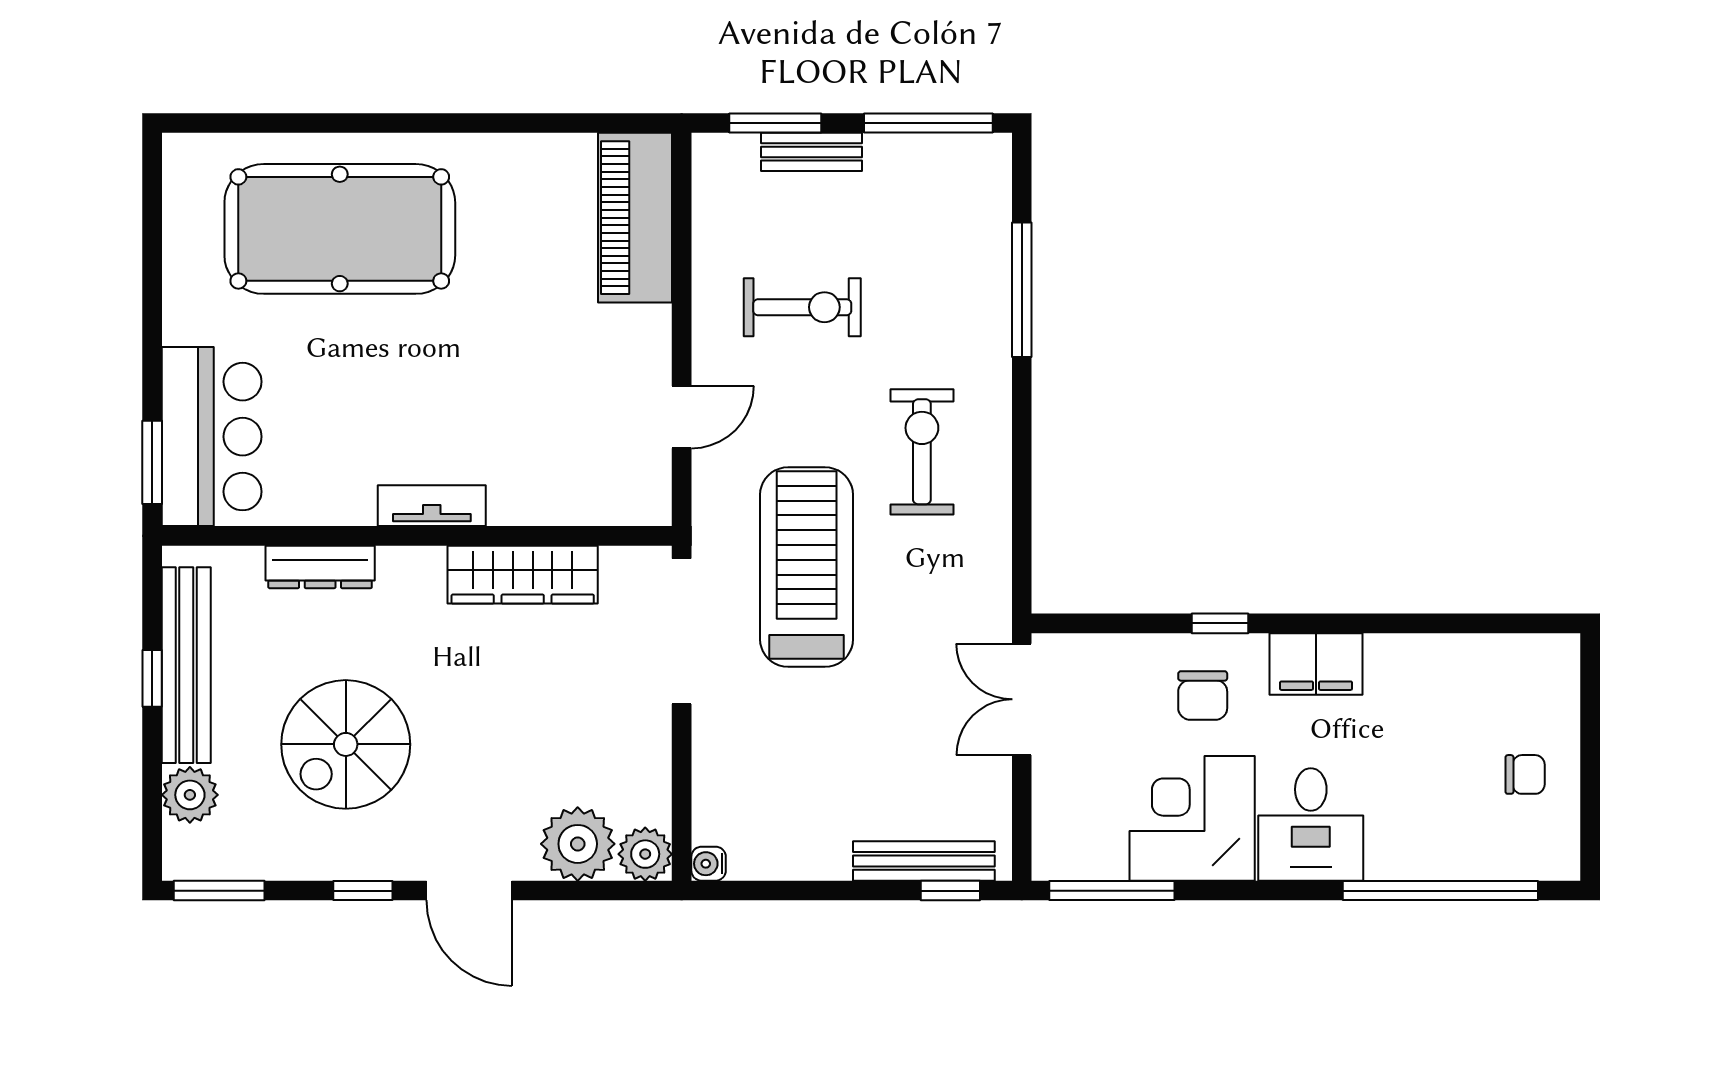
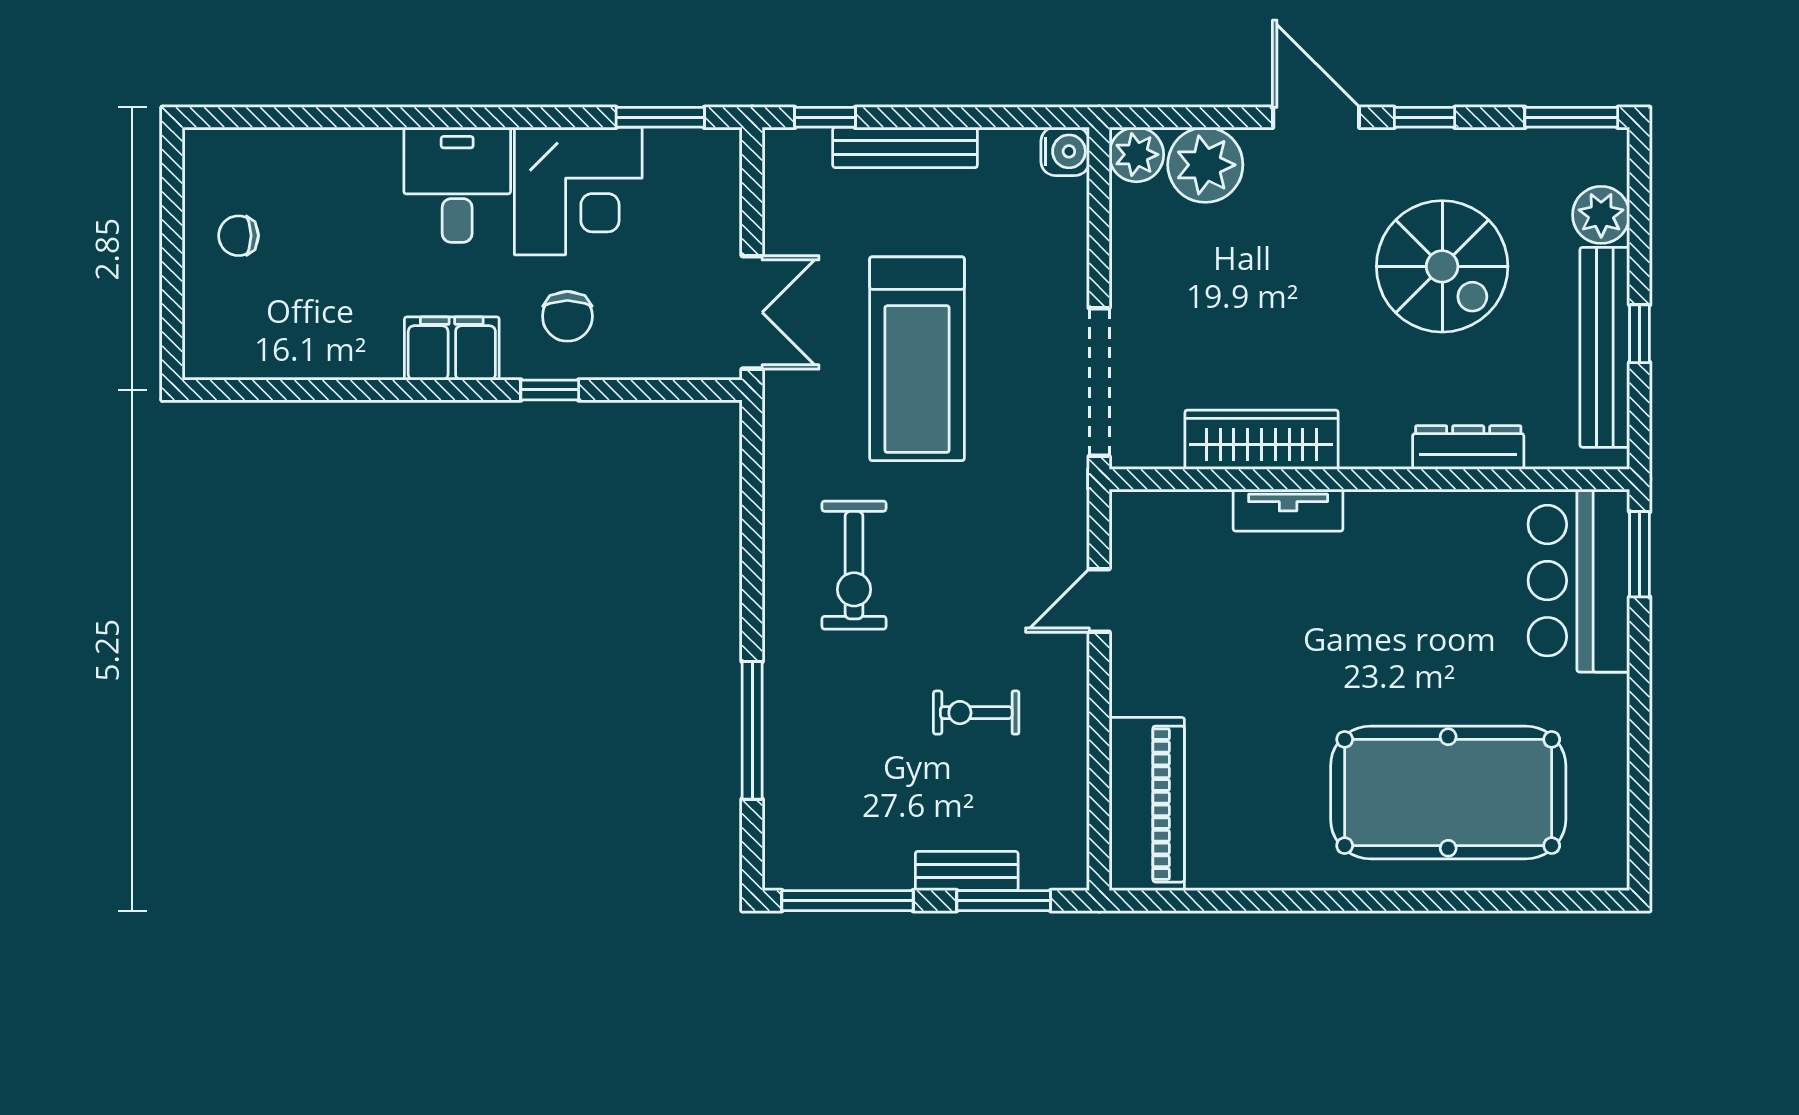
exercise bike: (802, 307) -> (976, 713), width x0.73, depth x0.72
tv unit: (432, 506) -> (1288, 510), moved
treadmill: (807, 567) -> (917, 359), moved
chair: (1203, 696) -> (567, 316), turned 180
spiral stairs: (346, 744) -> (1442, 266), turned 90
bench: (924, 861) -> (905, 147), moved
water cooler: (709, 864) -> (1065, 151), width x1.38, depth x1.38
window: (1112, 891) -> (660, 117), width x0.69
window: (1440, 891) -> (325, 117), removed

